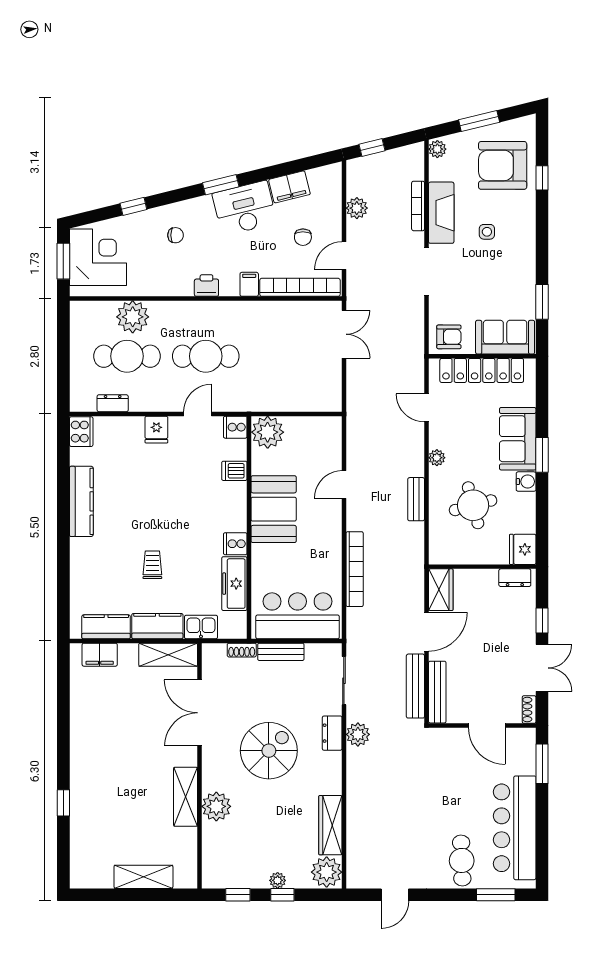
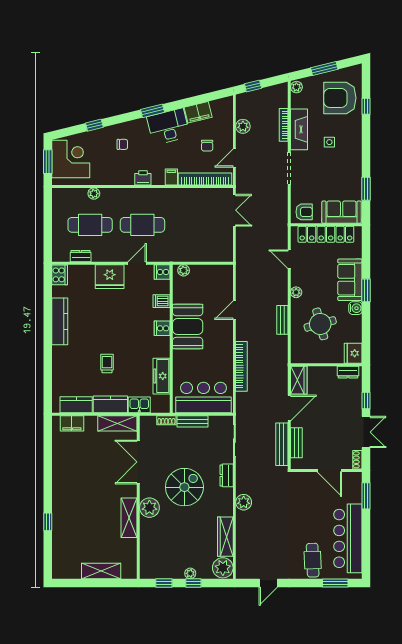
plant: (133, 317) -> (94, 194), width x0.53, depth x0.53
fridge: (156, 430) -> (110, 277), width x1.88, depth x1.34
plant: (268, 432) -> (184, 270), width x0.53, depth x0.53
cooker: (235, 544) -> (162, 328), moved
bench: (437, 692) -> (296, 443), width x0.73
plant: (358, 734) -> (244, 502), moved
plant: (216, 806) -> (149, 508), moved

